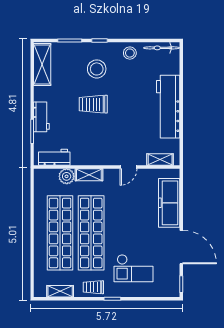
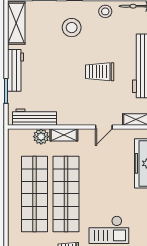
trolley: (93, 104) -> (100, 72), moved
workbench: (41, 117) -> (16, 70), width x1.38
workbench: (54, 157) -> (35, 117), width x1.38

